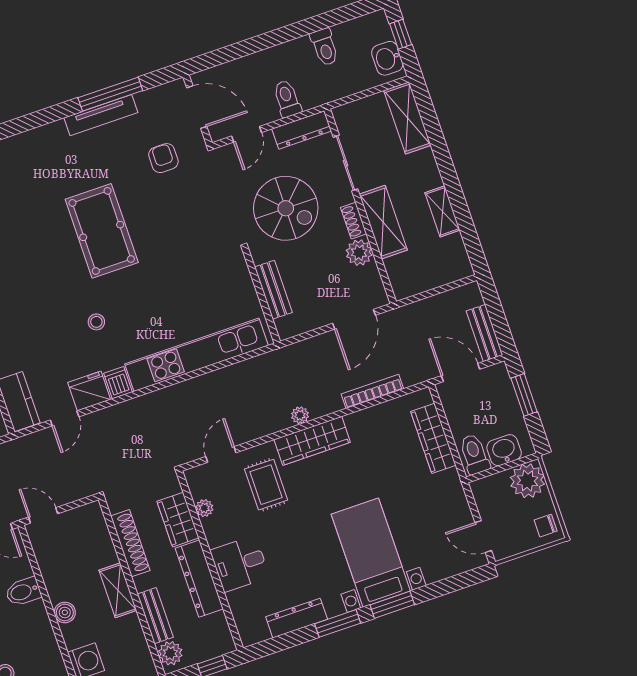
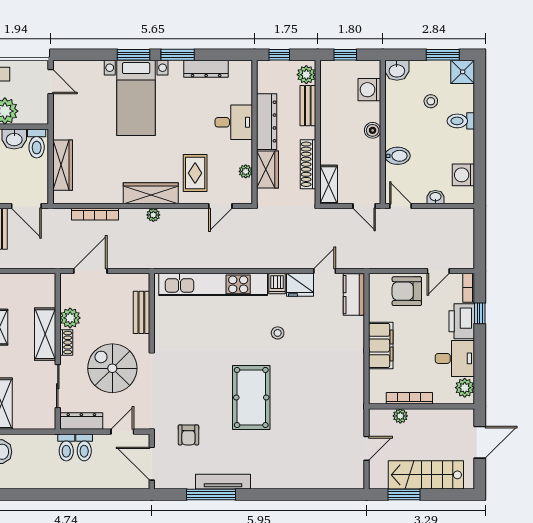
toilet: (325, 47) -> (66, 447), moved, turned 180
shelving: (118, 590) -> (329, 185), moved

